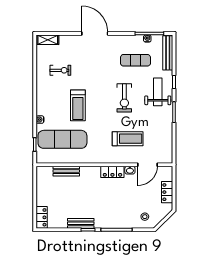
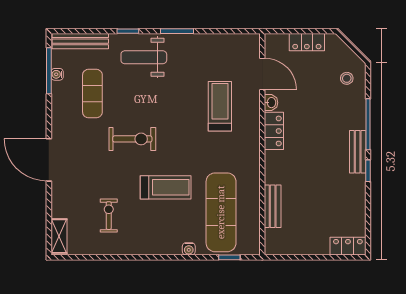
door: (95, 34) -> (49, 160), hinge flipped
exercise bike: (124, 98) -> (132, 139), moved
bench: (81, 223) -> (358, 152), moved

